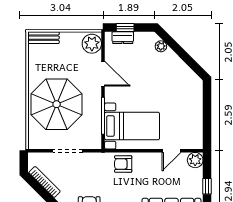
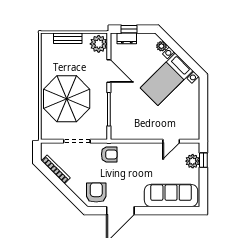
bench: (44, 38) -> (68, 38), moved
bed with nightstands: (132, 126) -> (167, 79), moved, turned 135
plant: (195, 160) -> (193, 161), moved
armchair: (123, 164) -> (109, 154), moved, turned 180
window: (207, 186) -> (203, 160), moved

